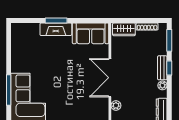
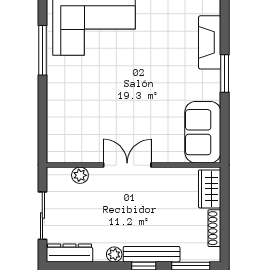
fireplace: (56, 29) -> (210, 42), moved
bench: (162, 68) -> (152, 254), width x1.36
double door: (110, 78) -> (127, 165), width x0.73

